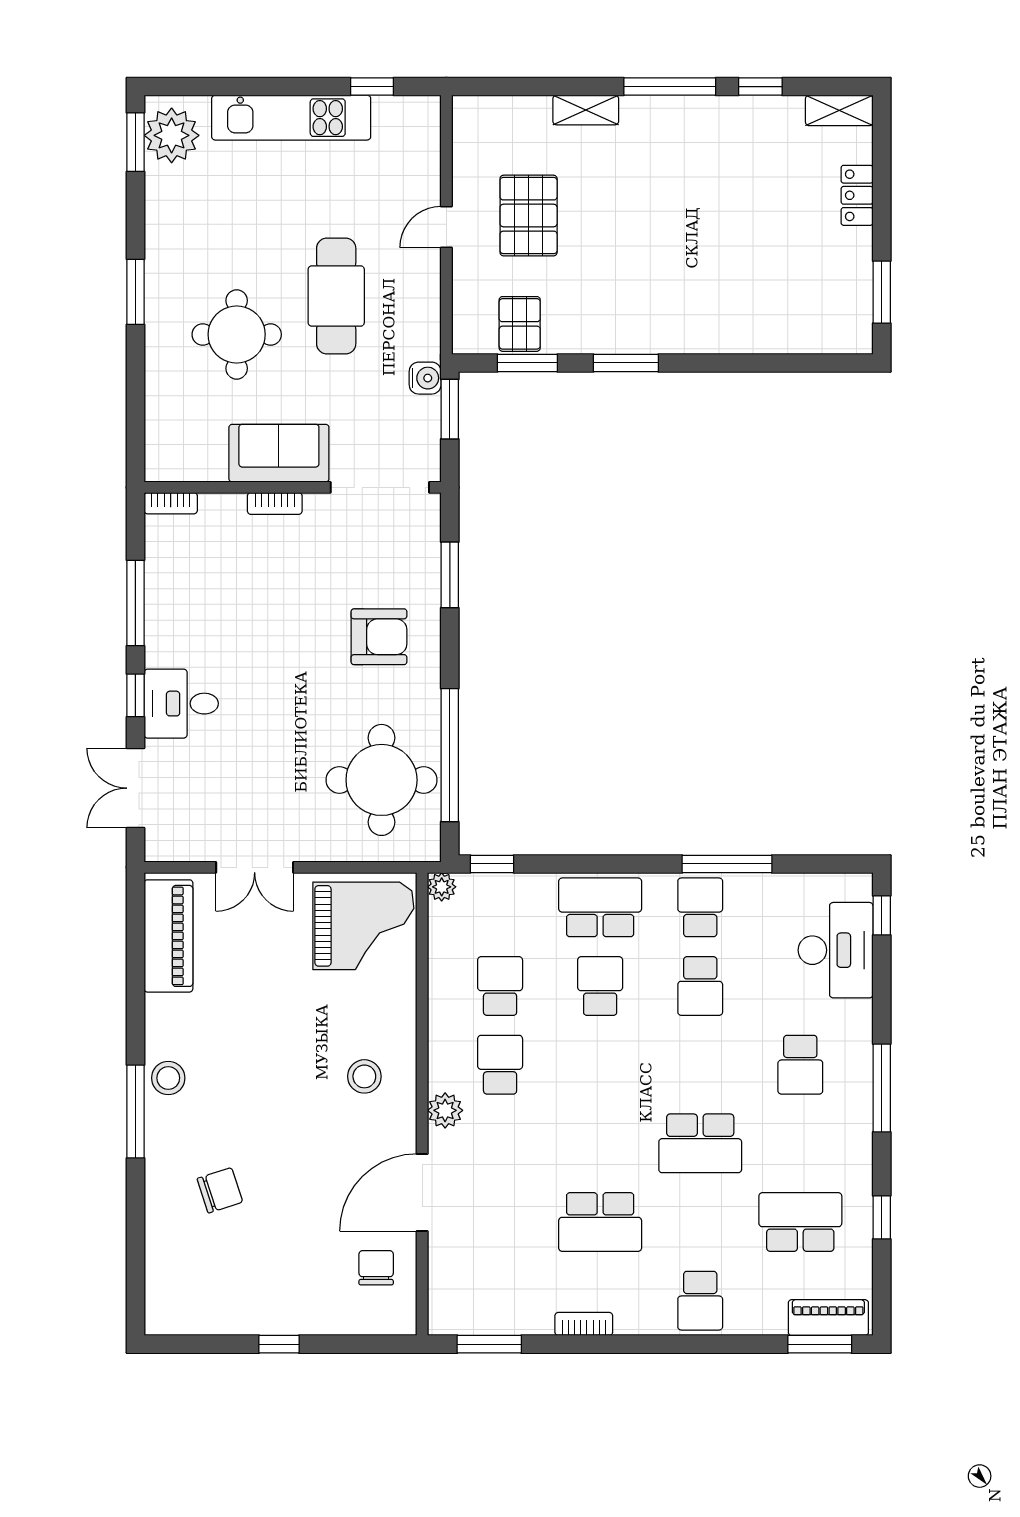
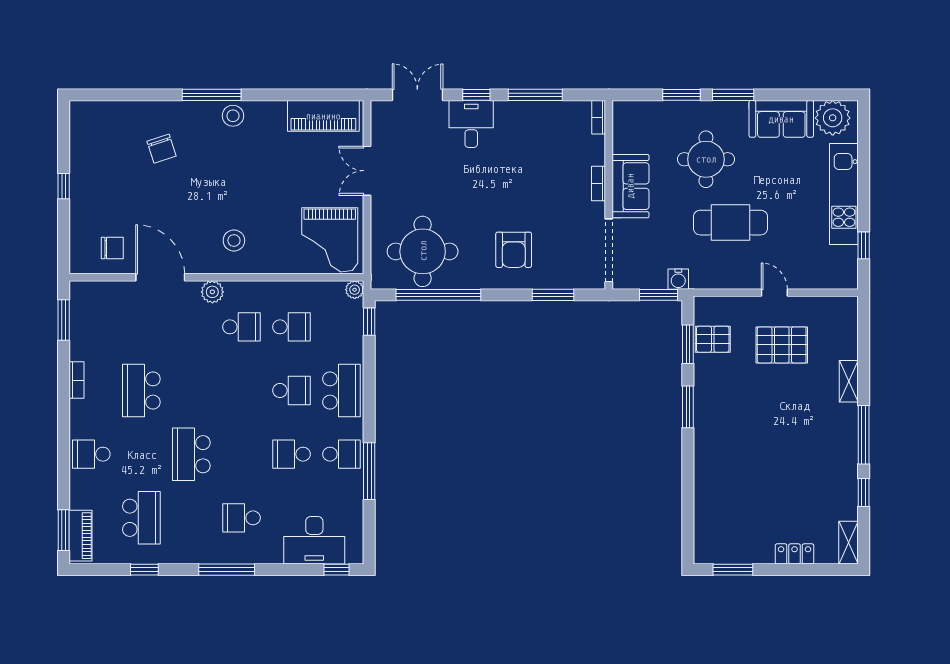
window: (135, 142) -> (681, 95), moved
sofa: (173, 216) -> (781, 119), added

